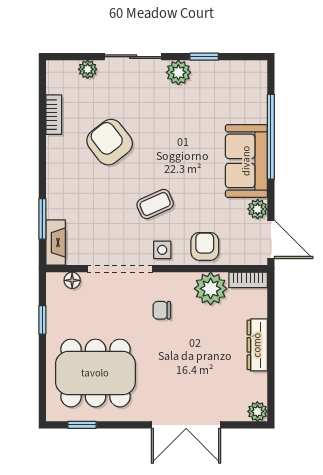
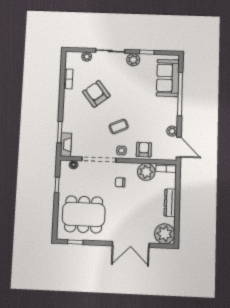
sofa: (246, 161) -> (168, 78), moved
plant: (257, 411) -> (165, 234), width x1.88, depth x1.88

